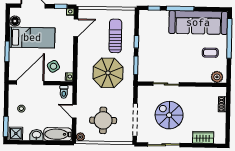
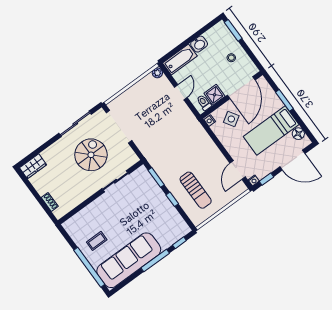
parasol: (108, 73) -> (177, 151), removed
plant: (217, 77) -> (74, 223), removed
door: (74, 111) -> (181, 92), hinge flipped
spiral stairs: (169, 115) -> (91, 155), turned -90
round table: (103, 120) -> (148, 104), removed
shower: (16, 134) -> (215, 95), moved
wardrobe: (203, 137) -> (33, 166), moved

